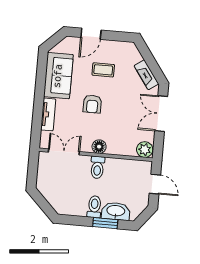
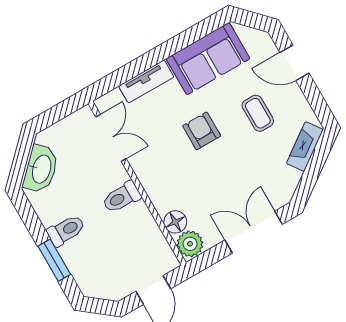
fireplace: (146, 75) -> (305, 146), moved
armchair: (92, 104) -> (202, 131), turned 90
floor lamp: (99, 147) -> (175, 222), moved
washbasin: (116, 211) -> (41, 169), moved, turned 45

